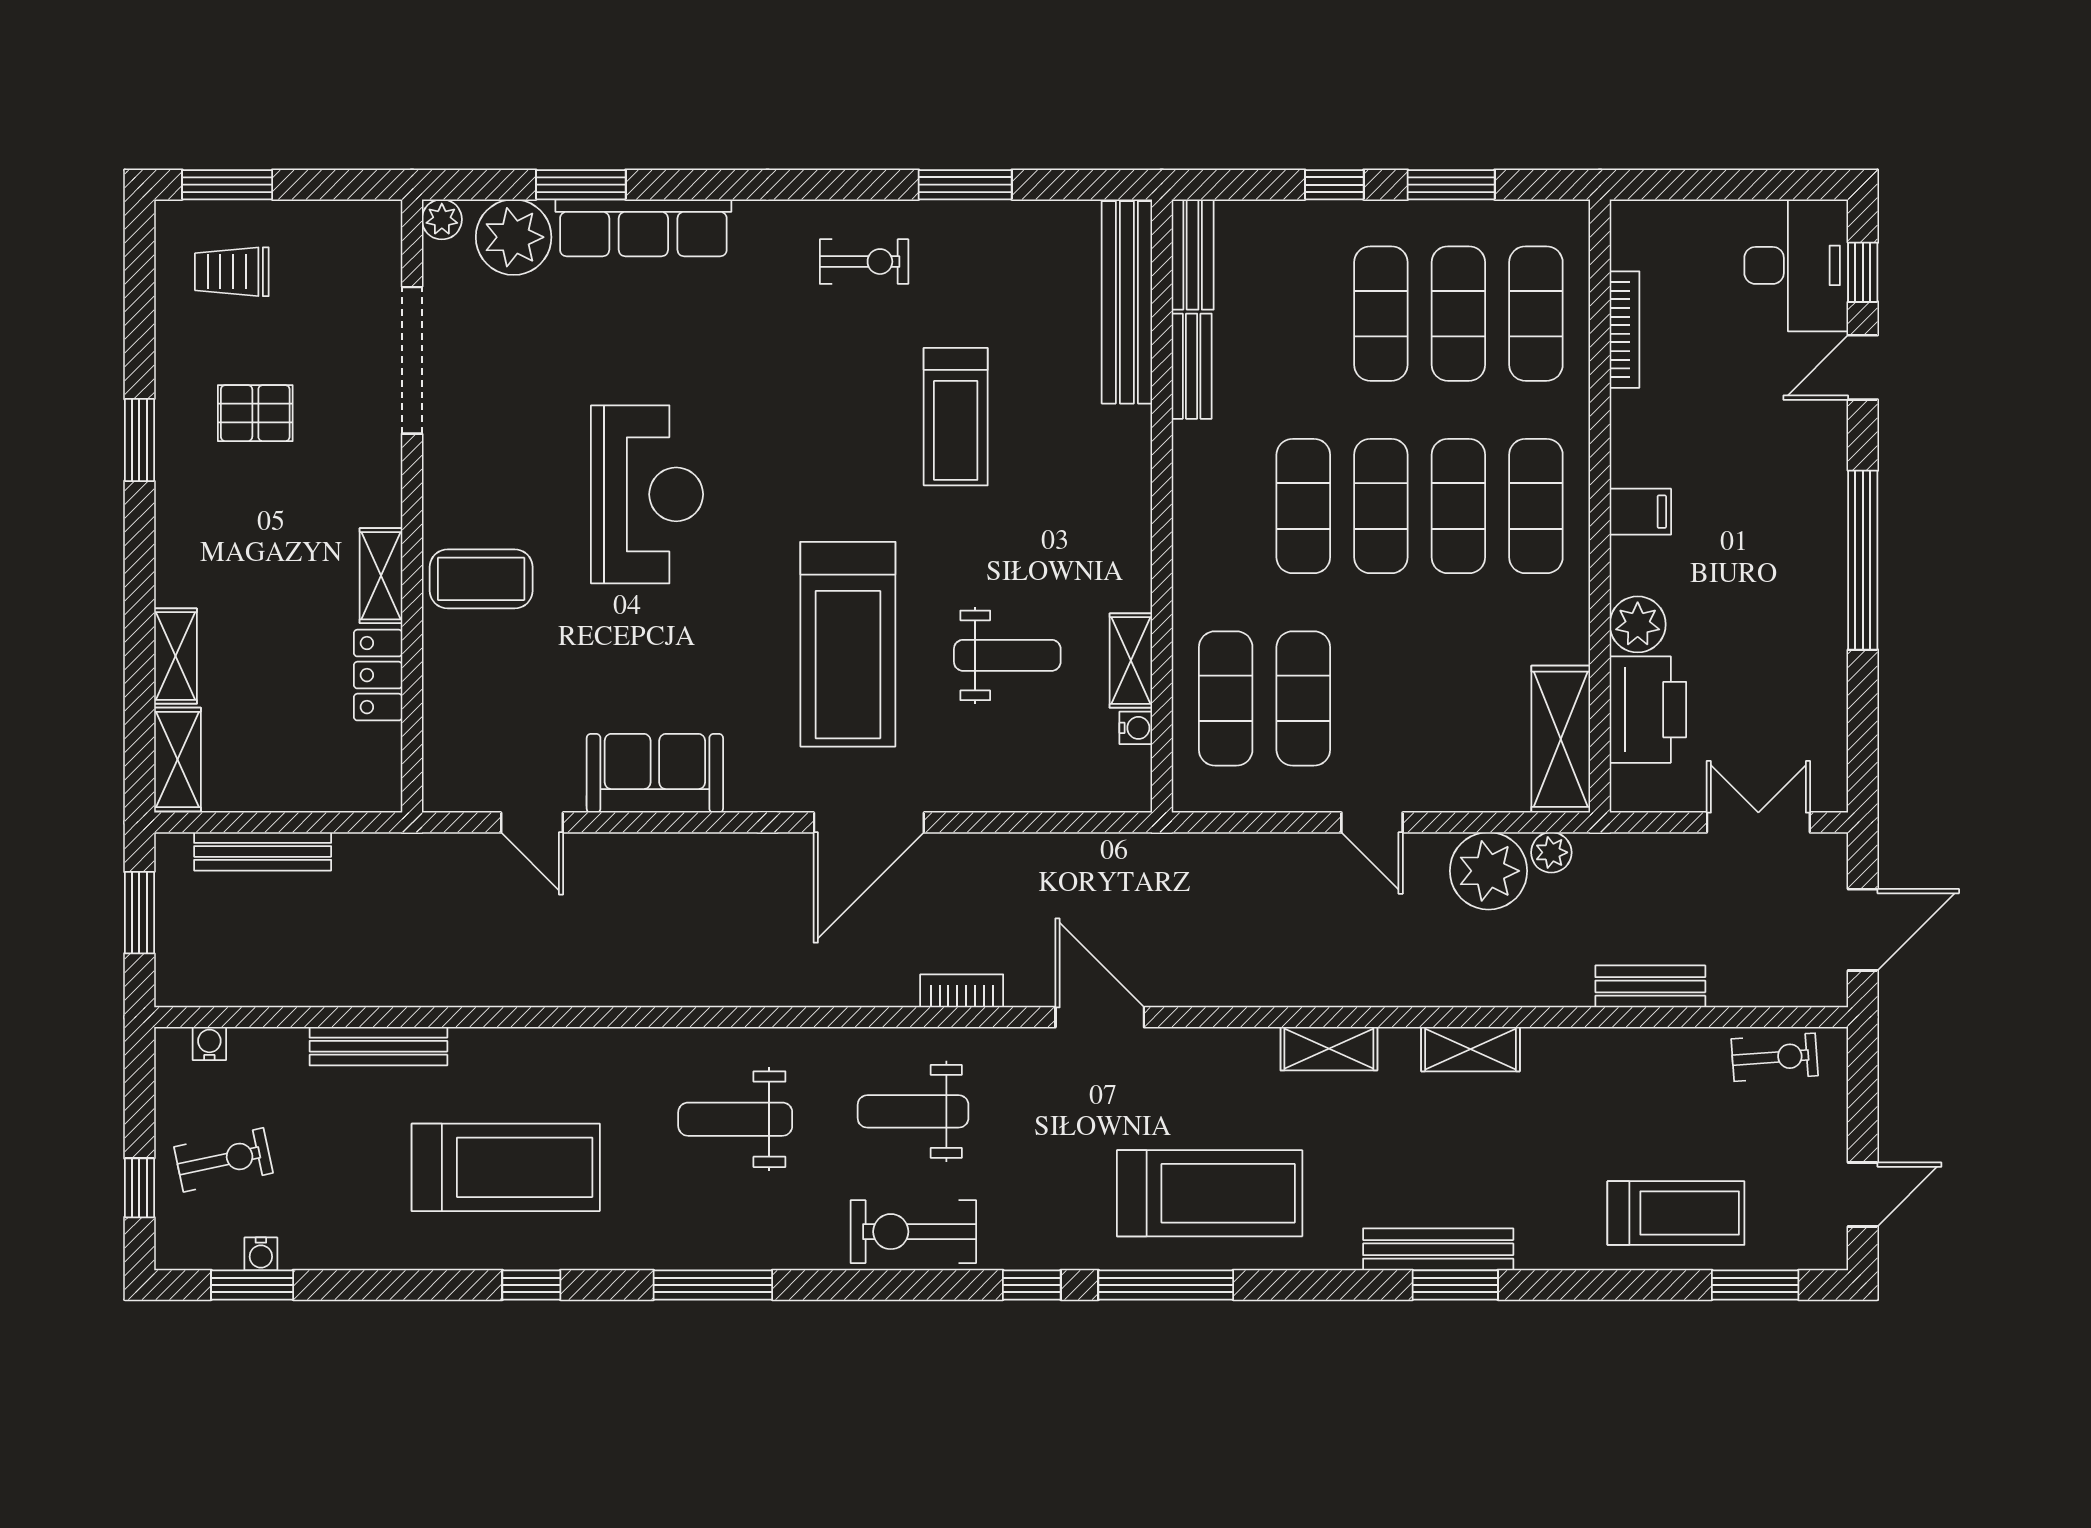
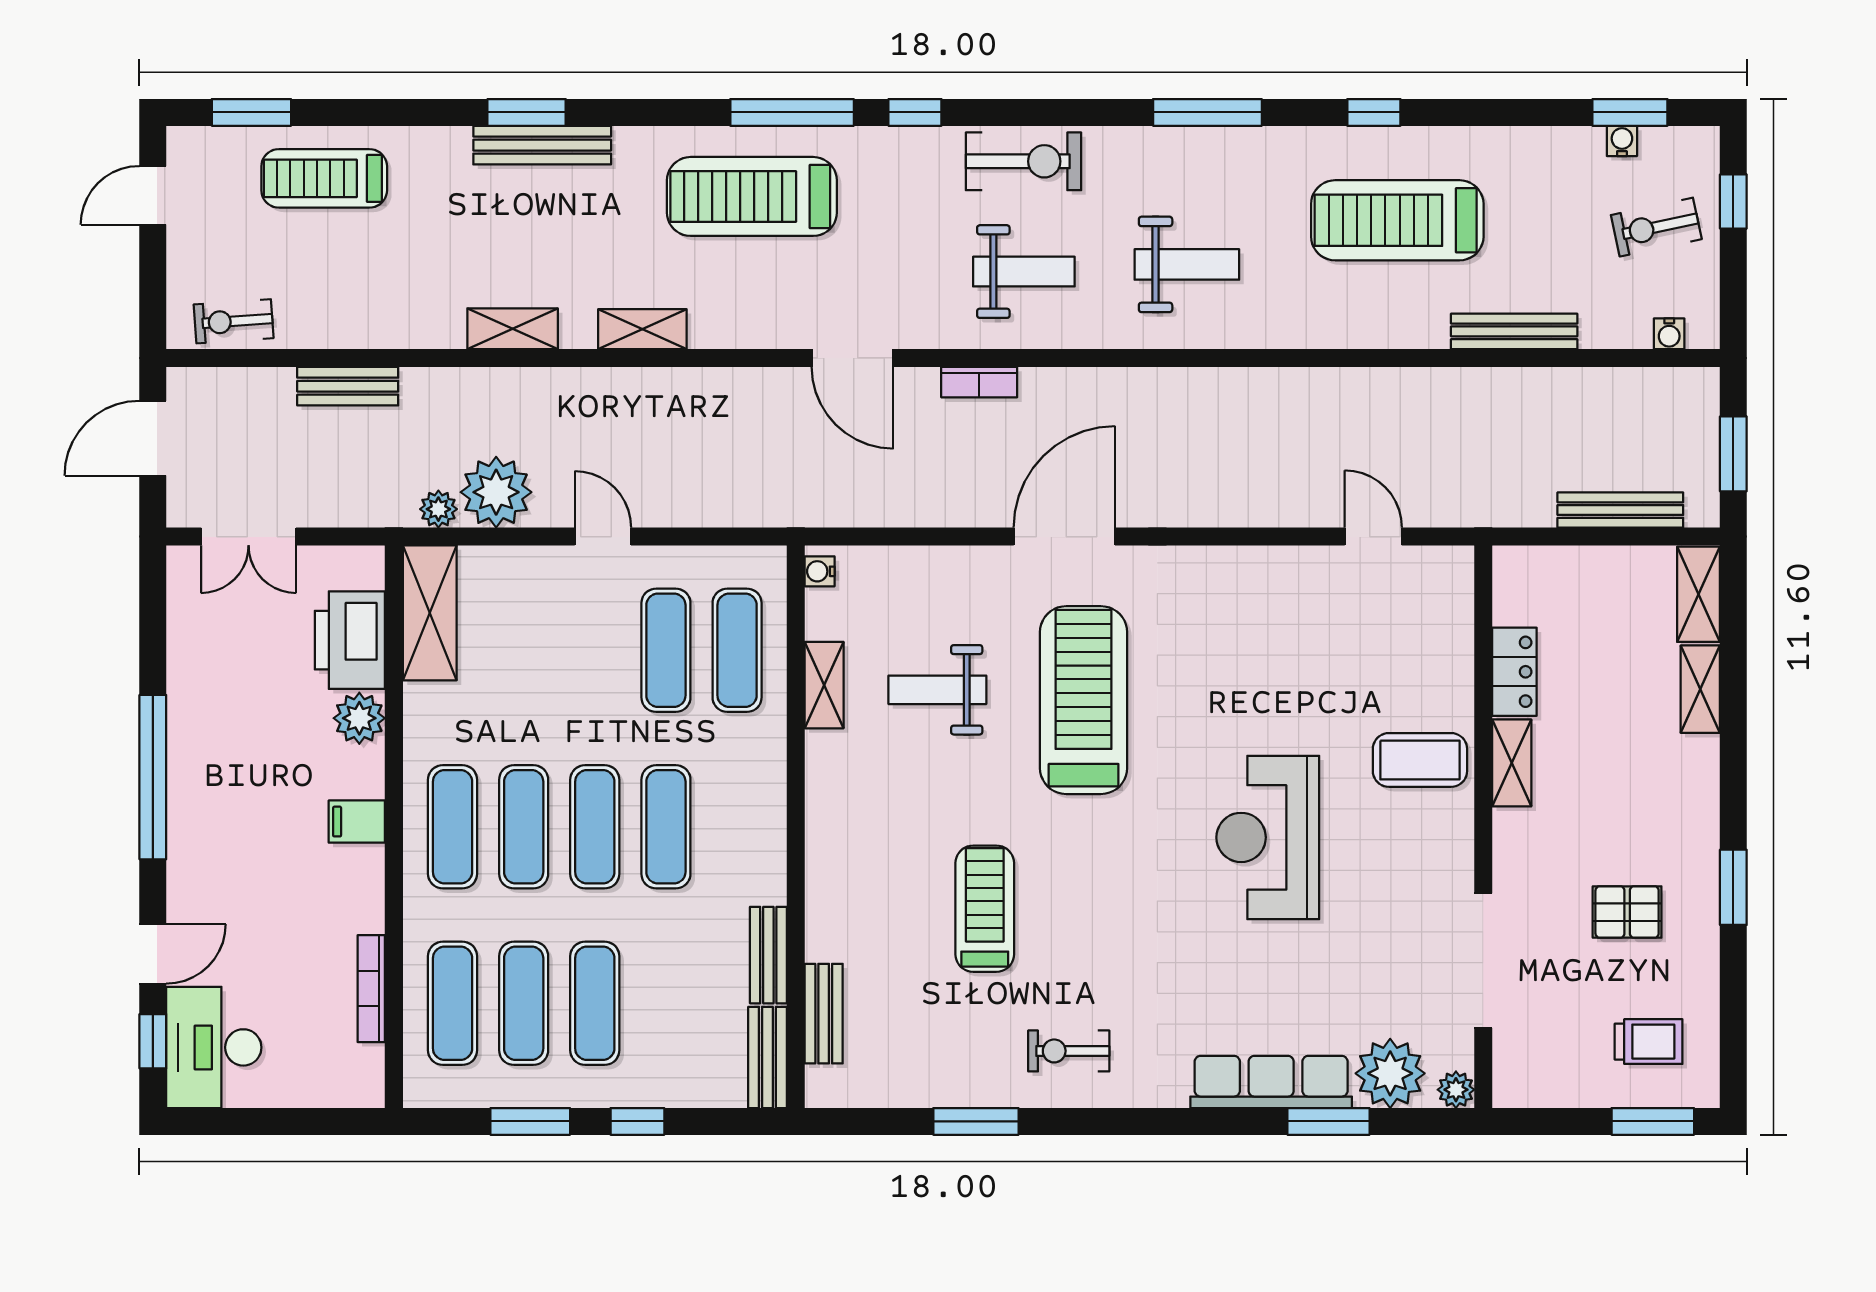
bench: (1127, 302) -> (824, 1014), width x0.54, depth x0.82
water cooler: (1136, 728) -> (820, 571), moved
sofa: (655, 773) -> (1261, 582), removed

